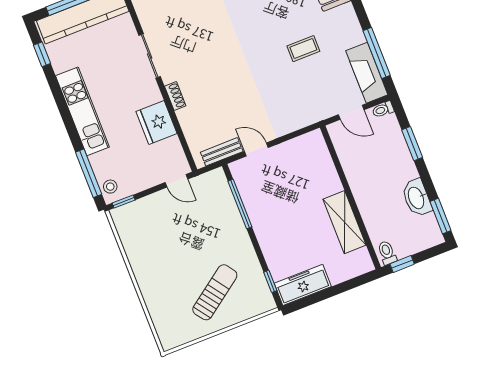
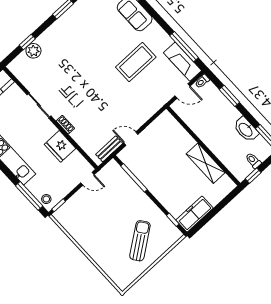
coffee table: (303, 49) -> (136, 62), width x1.86, depth x1.72
toilet: (387, 253) -> (253, 161), moved

